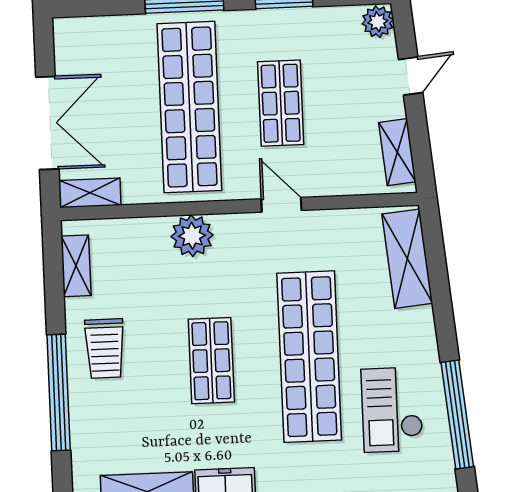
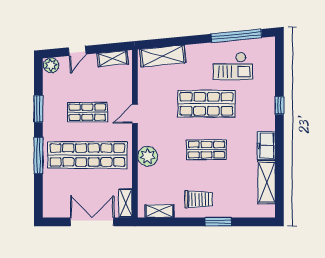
door: (411, 76) -> (77, 51), swing flipped
shop shelf: (309, 357) -> (206, 104), width x0.71
window: (59, 392) -> (218, 222), width x0.47

